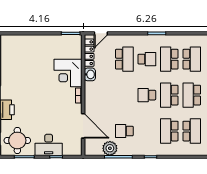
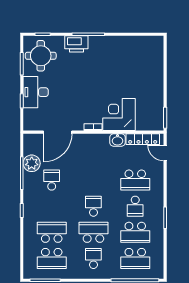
school desk: (169, 59) -> (135, 232), turned 180
school desk: (192, 95) -> (93, 258), width x0.54

